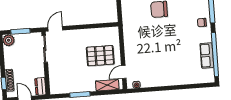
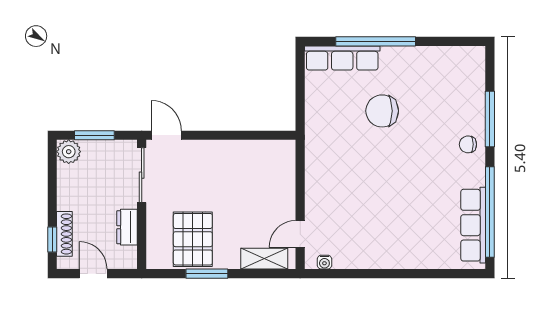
door: (55, 29) -> (166, 135), hinge flipped
pallet: (100, 56) -> (193, 239), moved, turned 90
row of seats: (207, 56) -> (473, 225), width x1.48
dresser: (40, 86) -> (127, 227), moved

